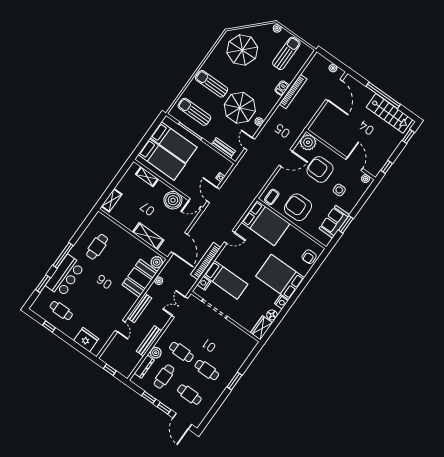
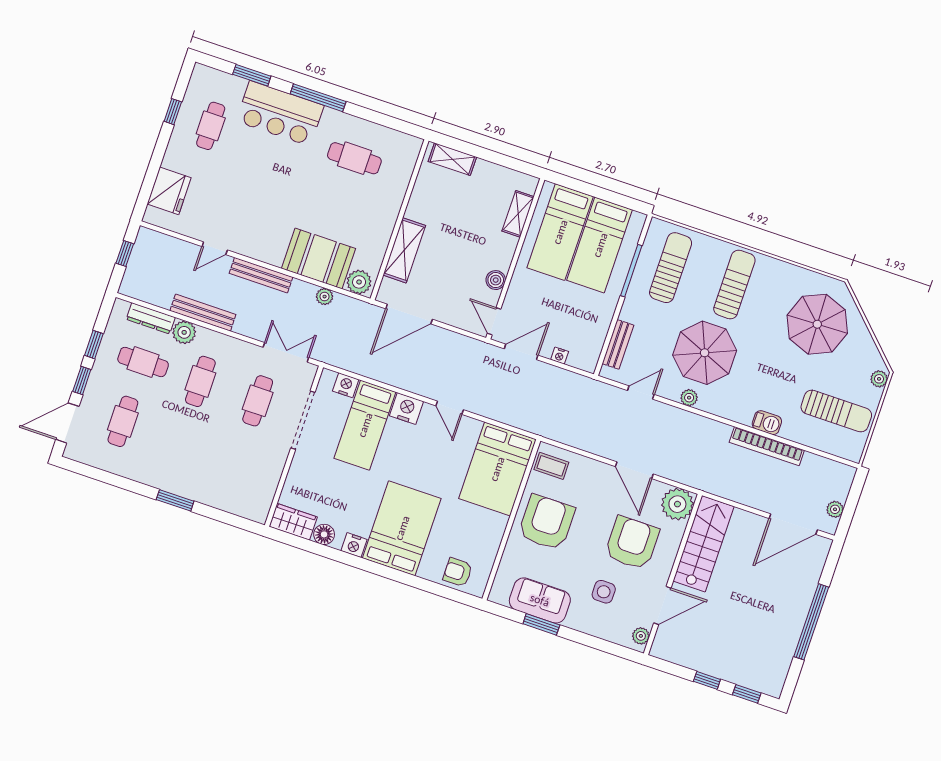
stairs: (389, 113) -> (704, 544), moved, turned 180
window: (387, 167) -> (707, 680), moved
boiler: (173, 200) -> (496, 280), width x0.54, depth x0.54
nightstand: (224, 258) -> (407, 409), added
bookcase: (206, 261) -> (390, 376), removed
cafe table: (207, 370) -> (258, 401), moved

